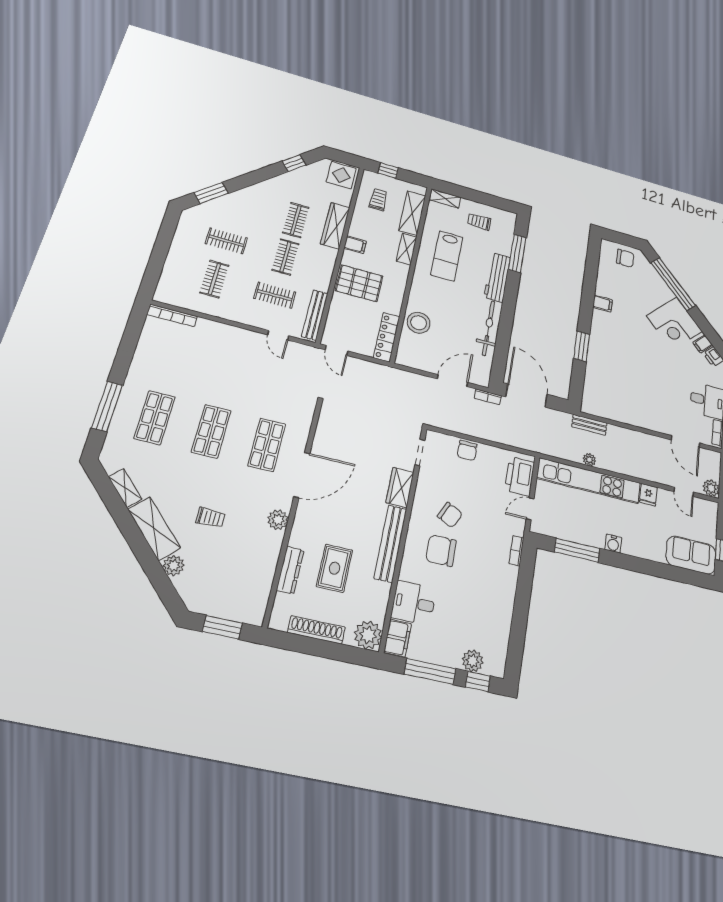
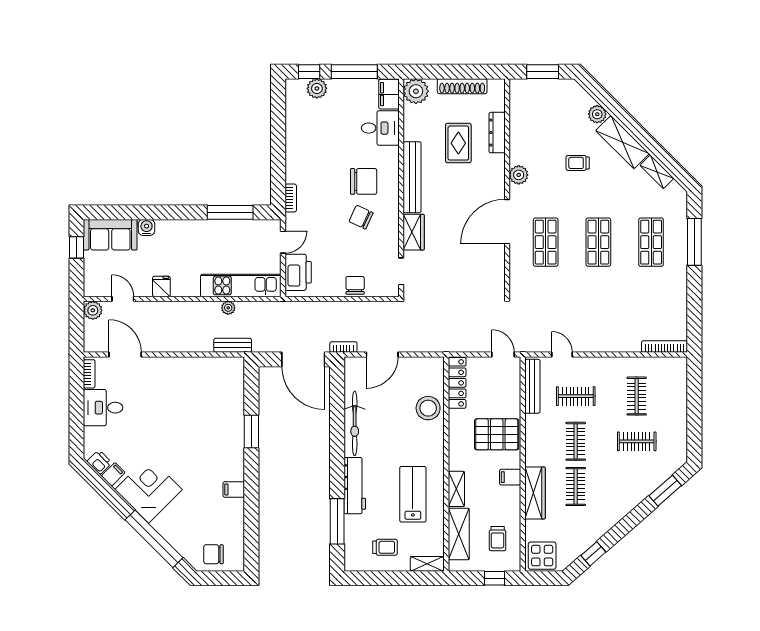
kitchen unit: (589, 481) -> (241, 285), width x0.73
water cooler: (613, 544) -> (147, 227), moved

